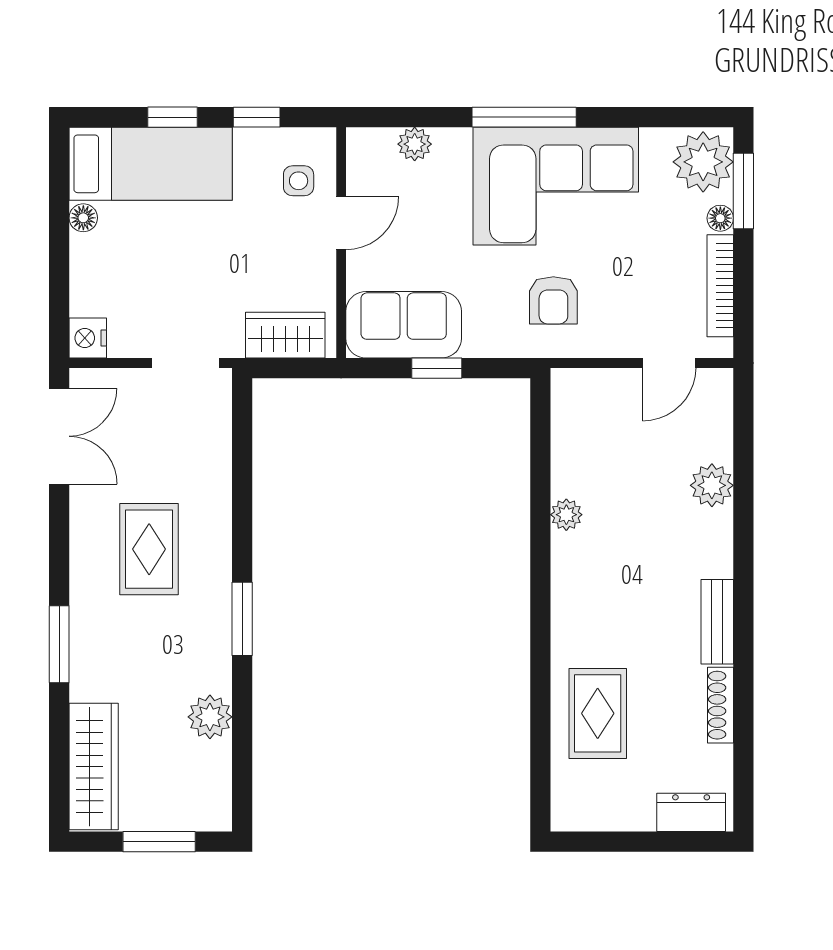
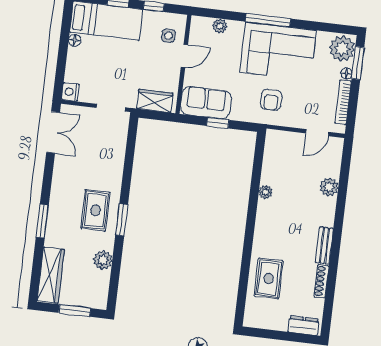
rug: (149, 549) -> (95, 210), moved

